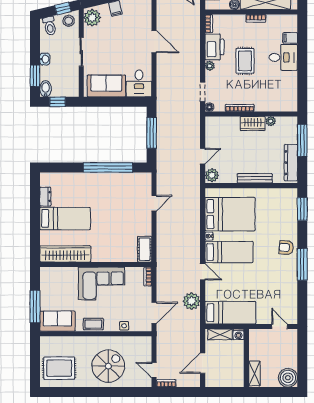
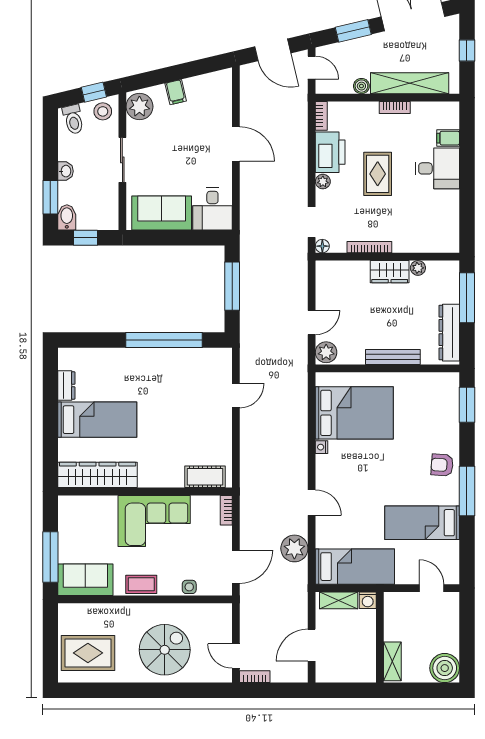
cot: (145, 249) -> (205, 477), moved, turned 90
bed: (229, 252) -> (422, 523), moved, turned 180

